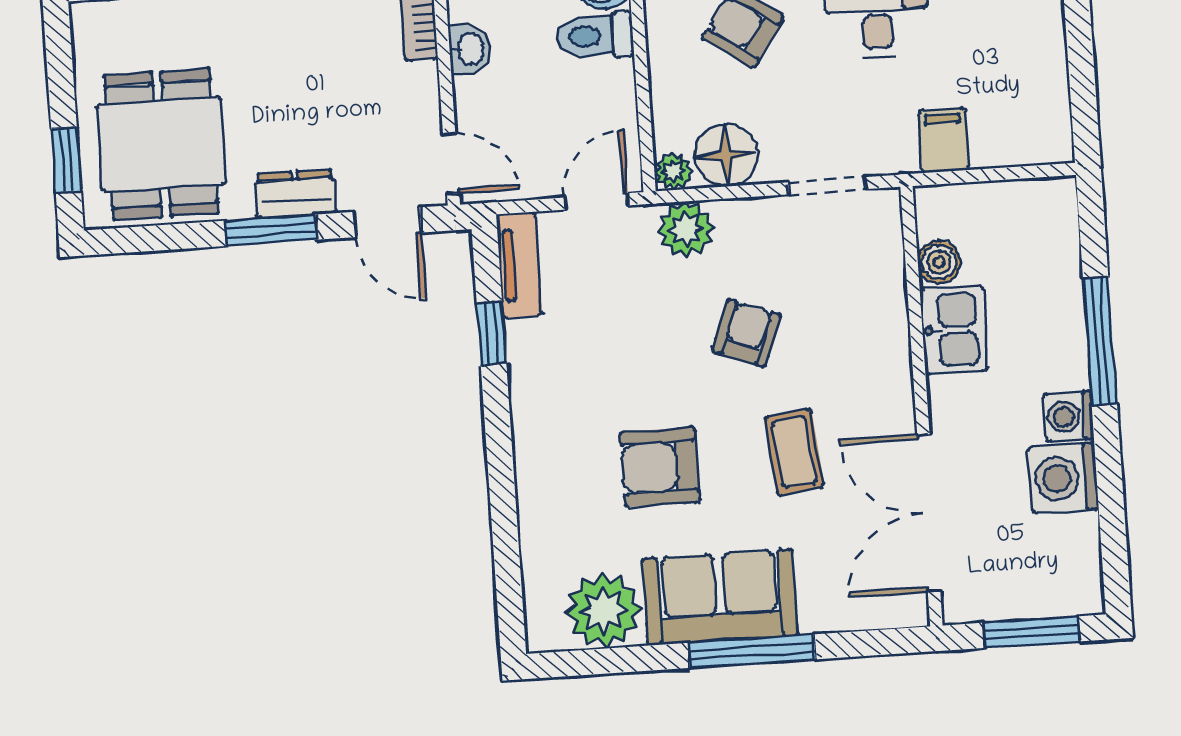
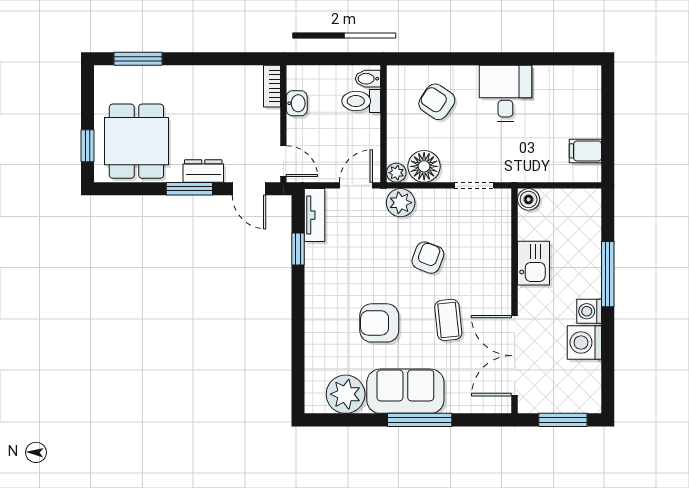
filing cabinet: (944, 140) -> (585, 151), moved, turned -90
boiler: (939, 262) -> (529, 199), moved

